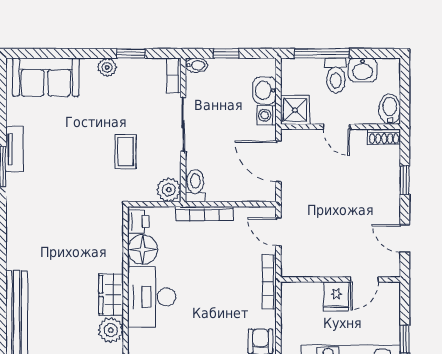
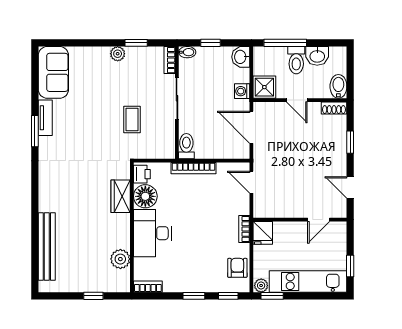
sofa: (46, 77) -> (53, 72), moved, turned -90
washbasin: (265, 90) -> (241, 57), moved
plant: (169, 190) -> (166, 149), removed
bookcase: (269, 282) -> (244, 229), width x0.64
wardrobe: (111, 295) -> (121, 196), moved
fridge: (336, 296) -> (263, 233), moved

